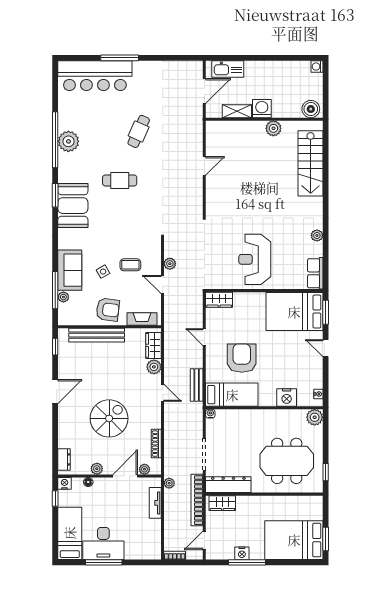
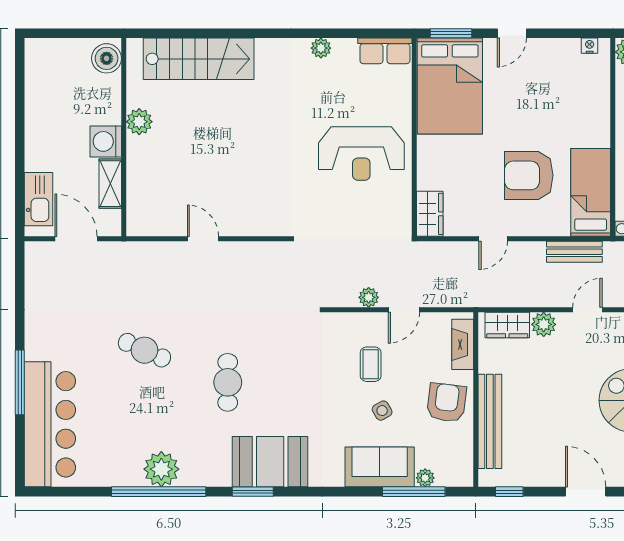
washing machine: (317, 66) -> (34, 48), removed
nightstand: (287, 398) -> (596, 99), removed

